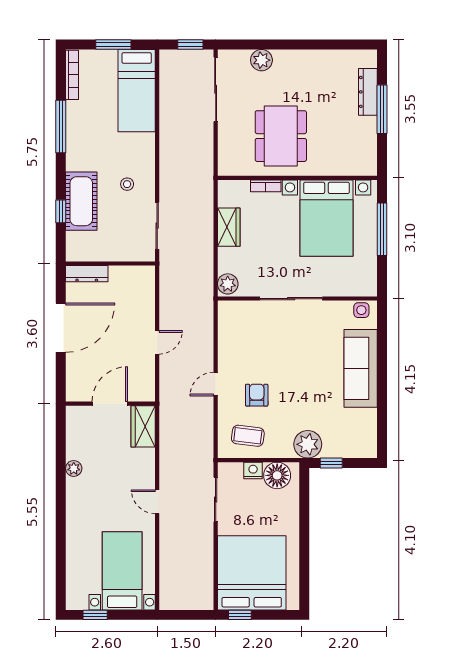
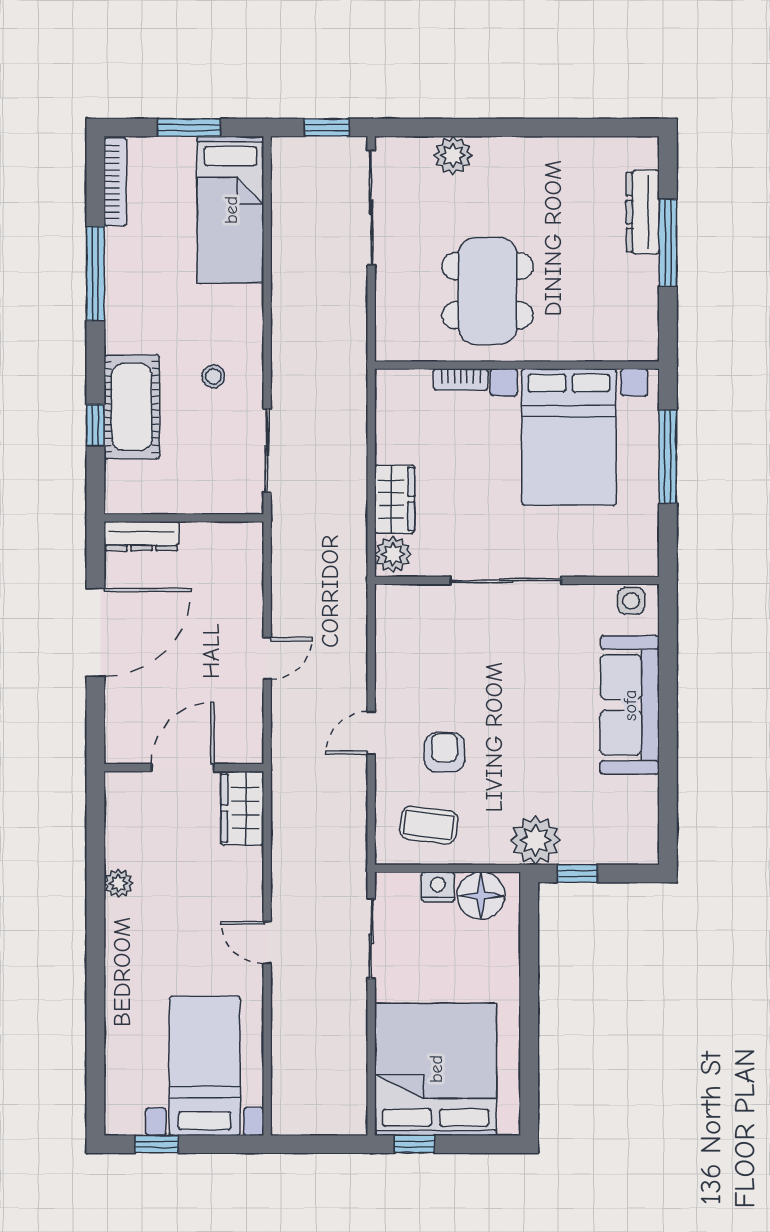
wardrobe: (229, 227) -> (395, 499), moved

